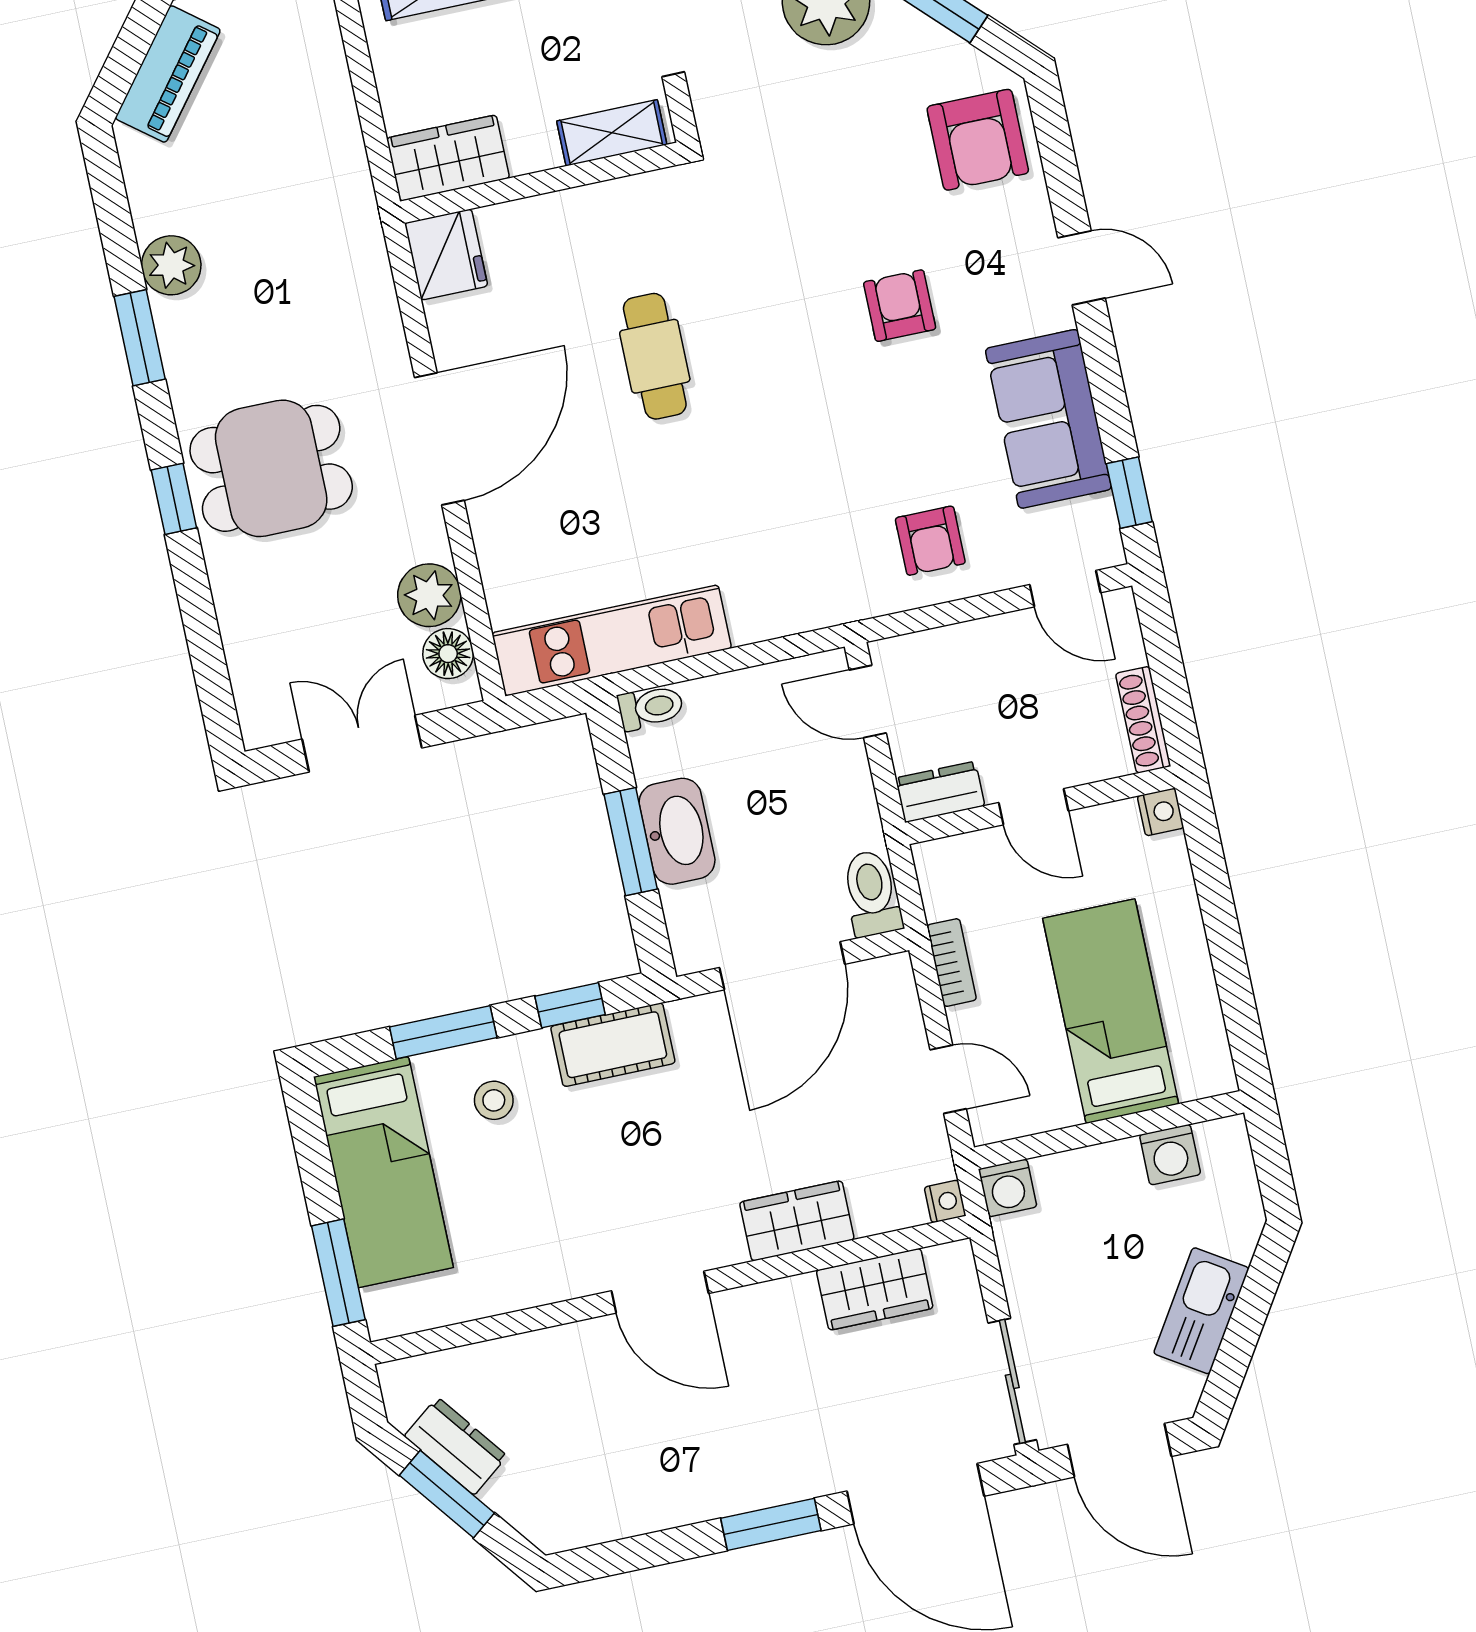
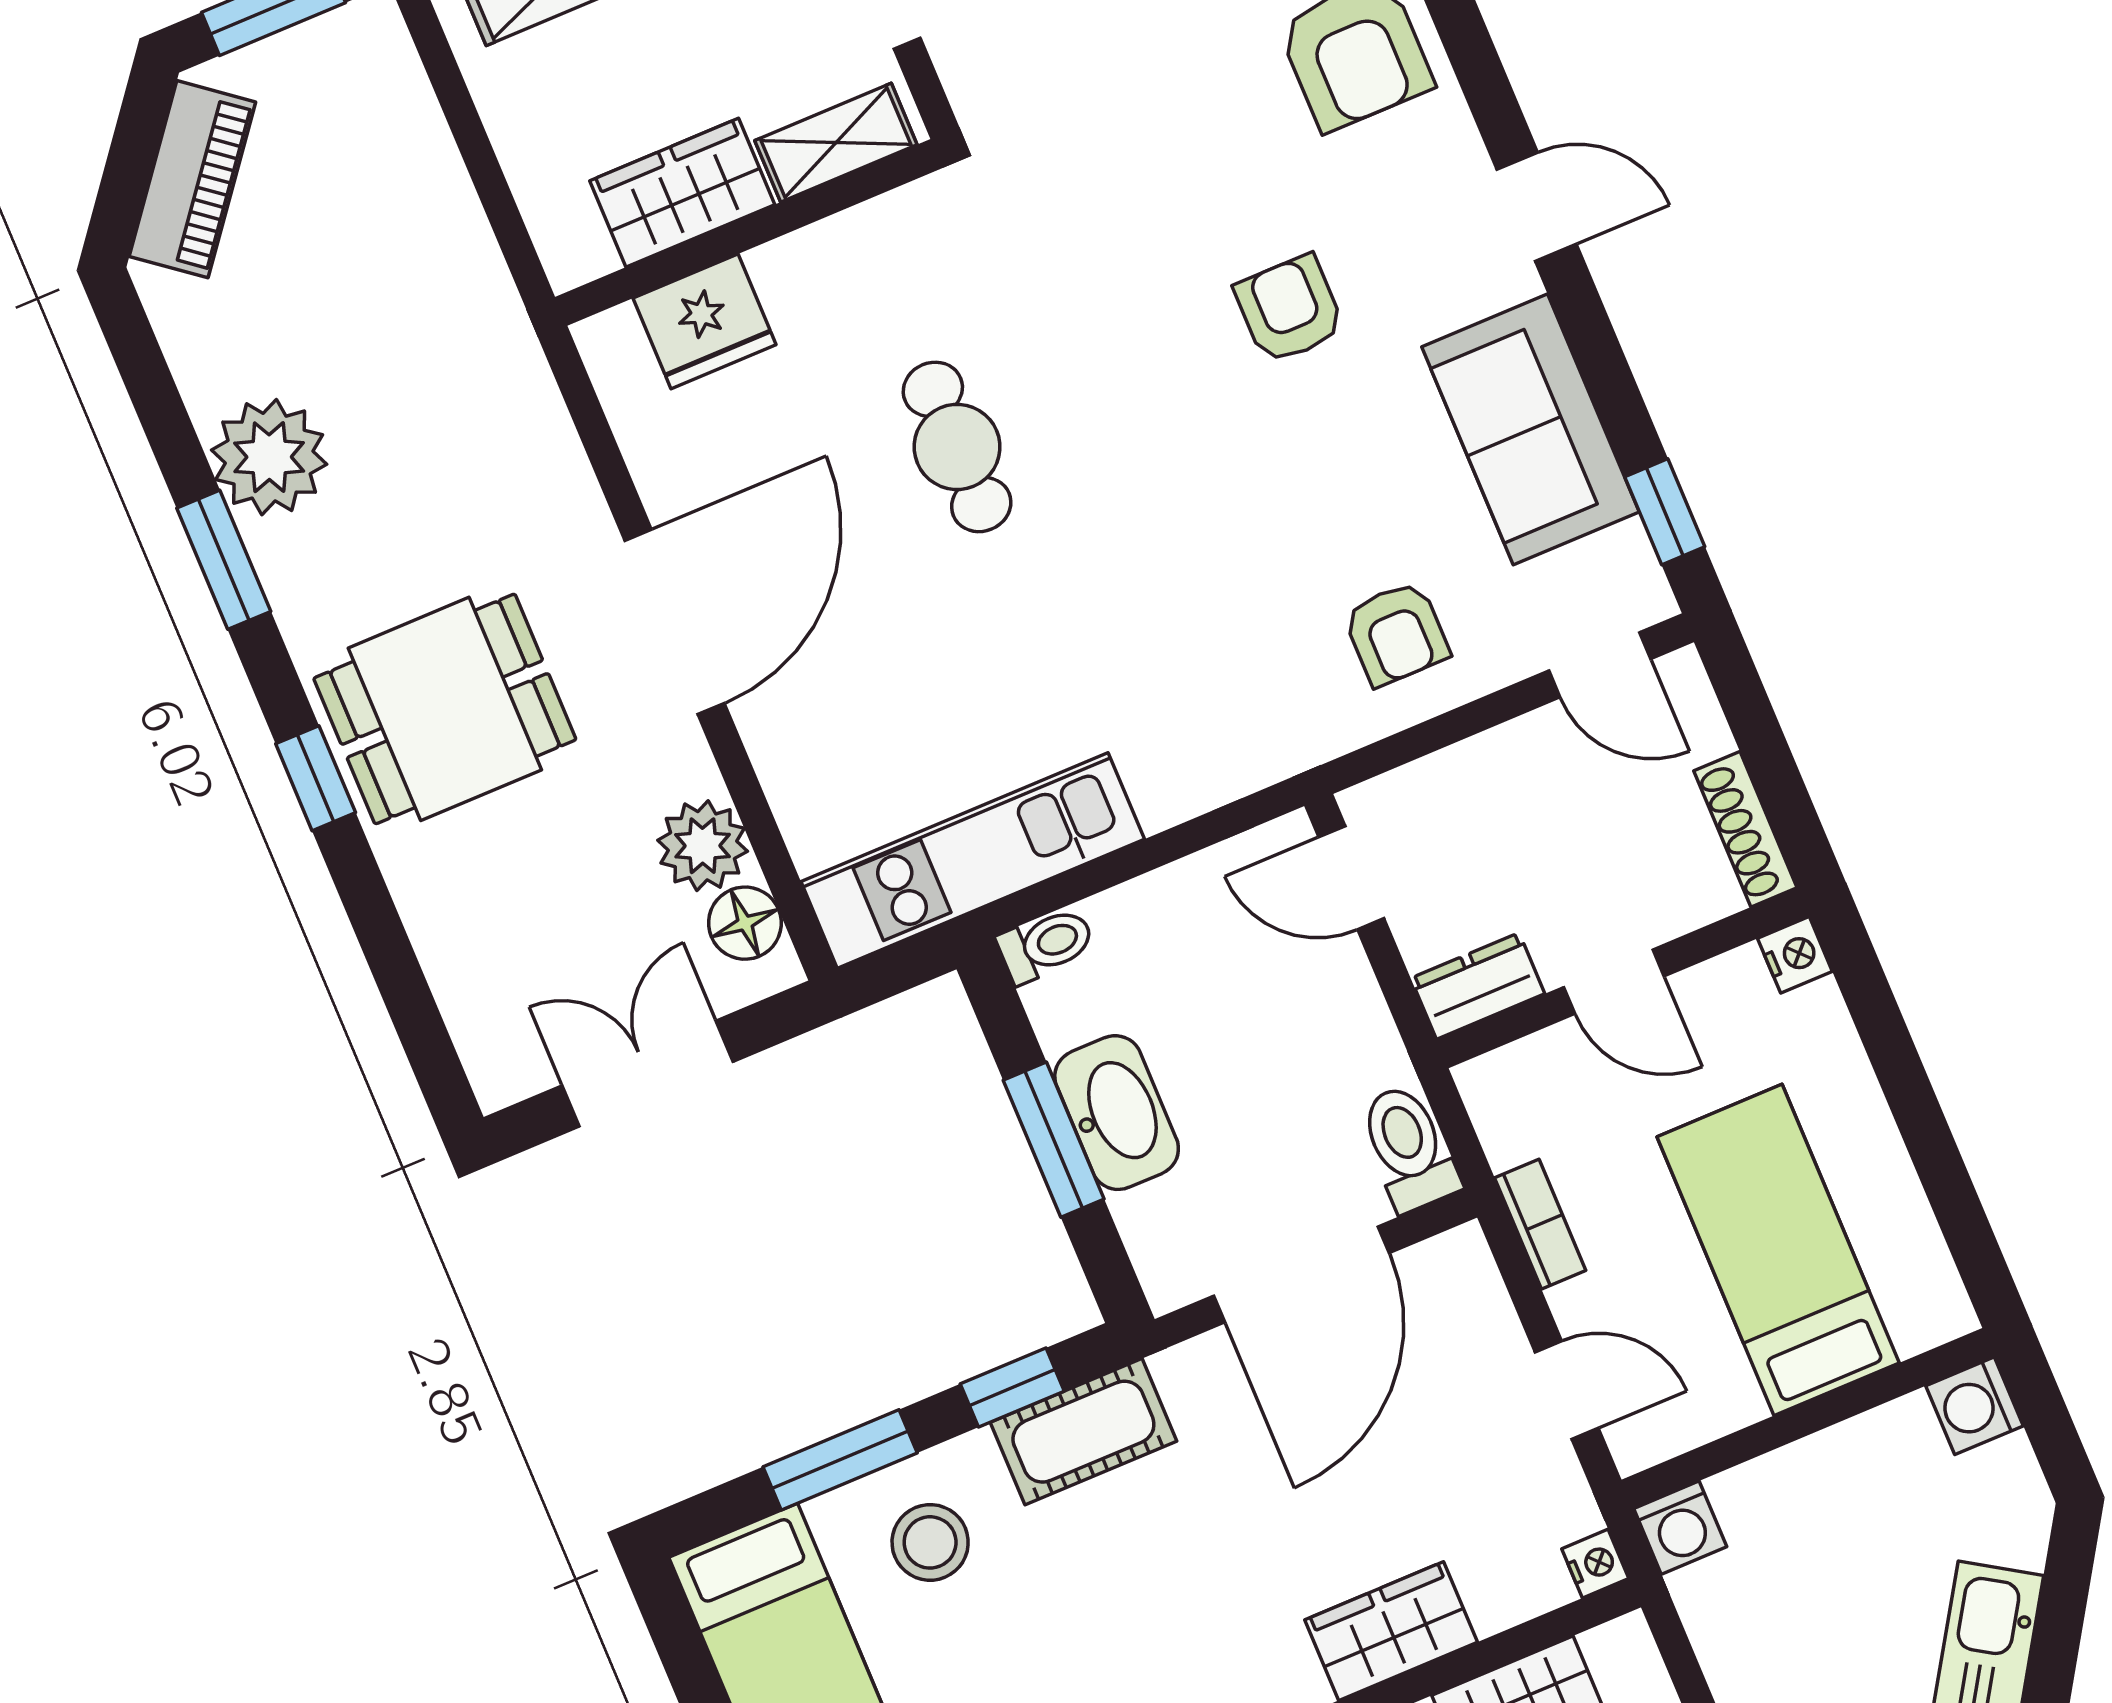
wardrobe: (448, 158) -> (682, 193), moved
fridge: (446, 255) -> (704, 321), moved, turned 90
plant: (171, 265) -> (269, 457), width x1.36, depth x1.36
stool: (494, 1100) -> (930, 1542), width x1.37, depth x1.37
washing machine: (1170, 1155) -> (1975, 1406), moved, turned 90

